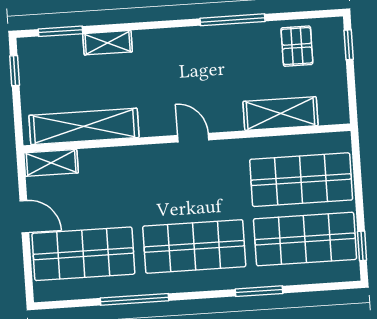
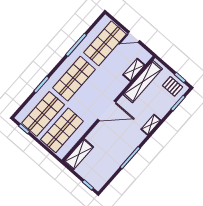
shelving: (108, 43) -> (151, 125), moved
pallet: (297, 46) -> (173, 86), moved
shelving: (281, 114) -> (79, 154), moved
door: (193, 138) -> (107, 111), width x1.87
shelving: (51, 163) -> (134, 70), moved

